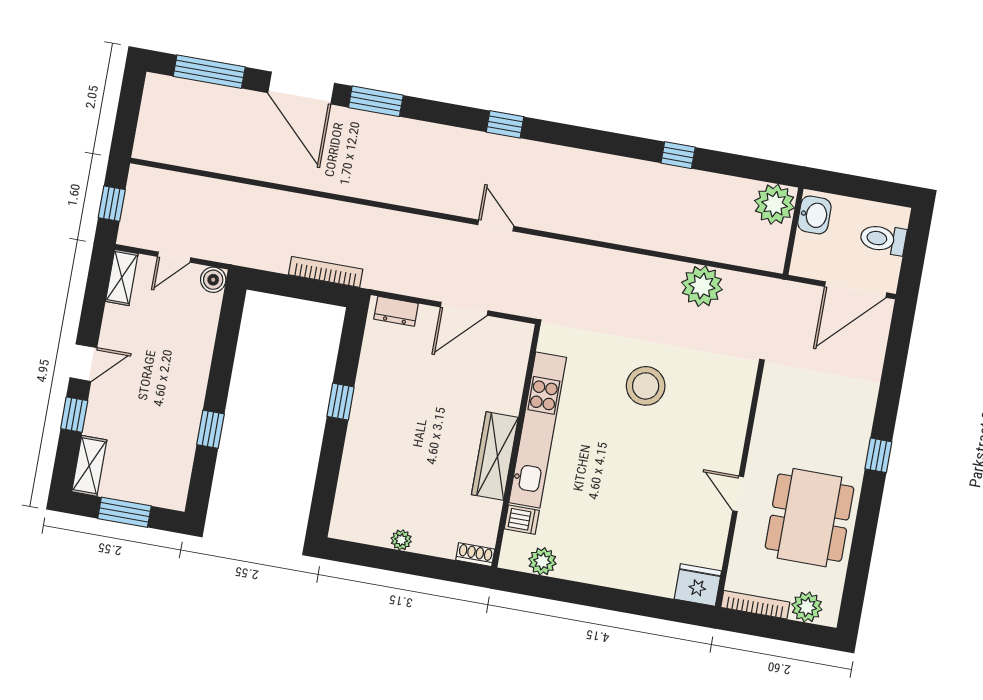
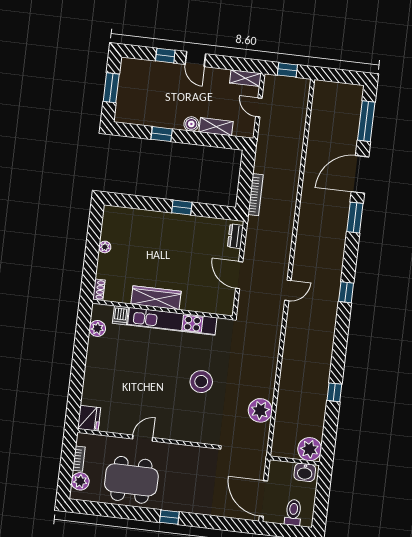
boiler: (213, 280) -> (191, 124), moved
shelving: (89, 466) -> (216, 127), moved
bookcase: (755, 605) -> (79, 459), width x0.64

